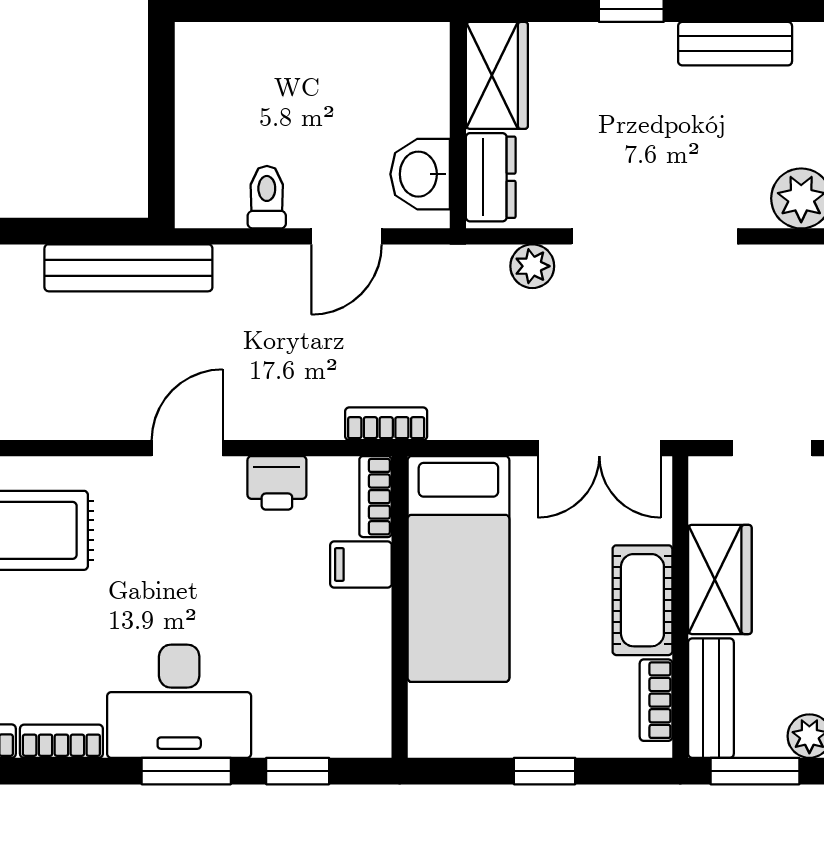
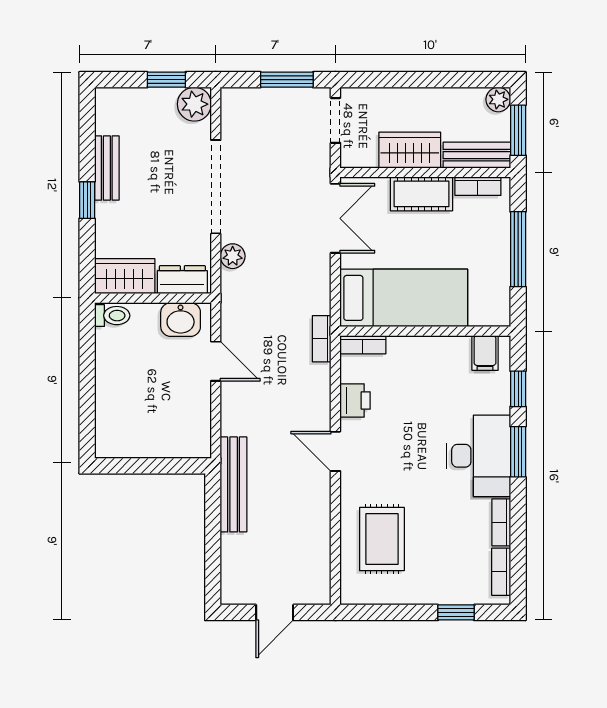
bench: (735, 44) -> (107, 168), moved
toilet: (267, 197) -> (112, 316), moved, turned 180
filing cabinet: (361, 564) -> (485, 353), moved
window: (545, 771) -> (518, 249), width x2.17

